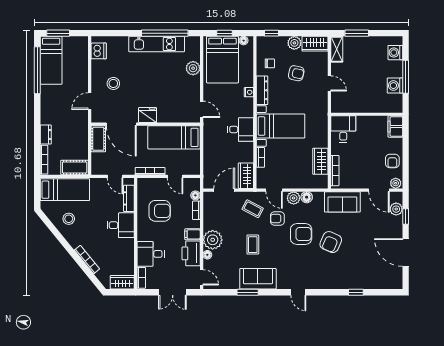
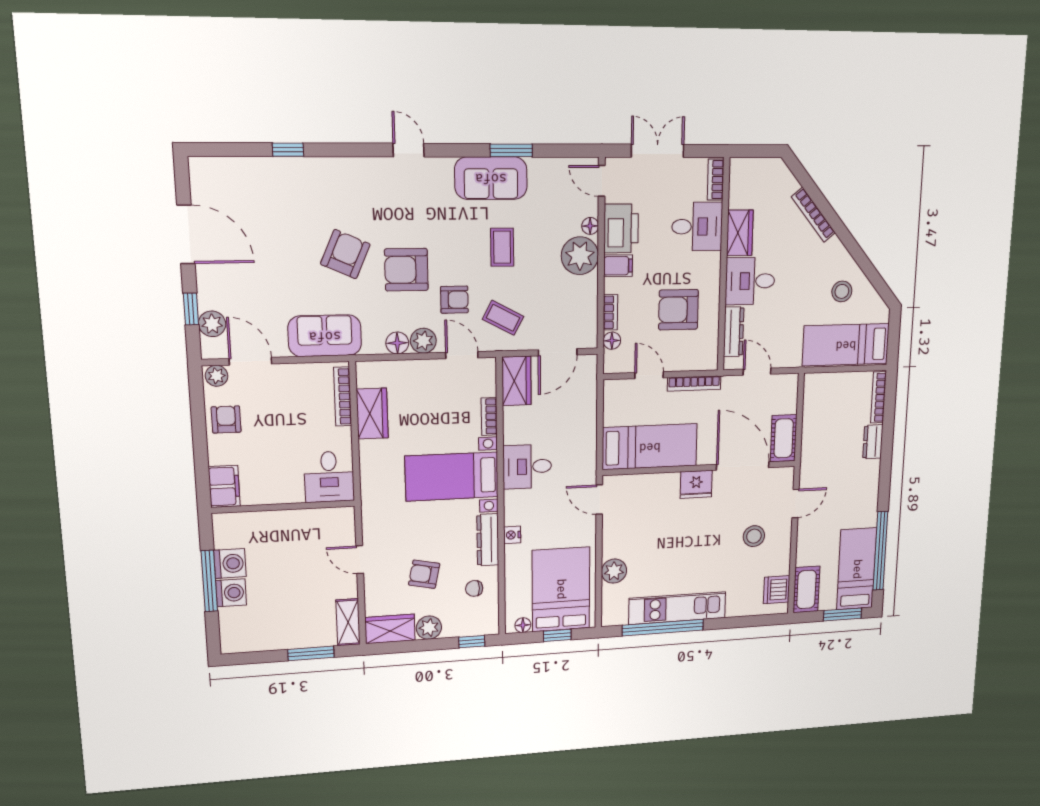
washing machine: (395, 53) -> (231, 593), moved
cot: (75, 167) -> (806, 589), moved, turned 90
wardrobe: (122, 282) -> (740, 233), moved, turned -90

